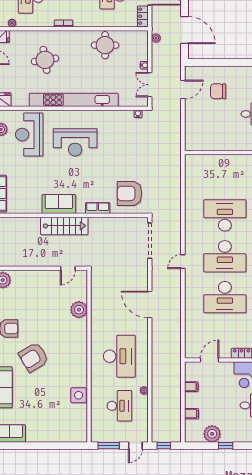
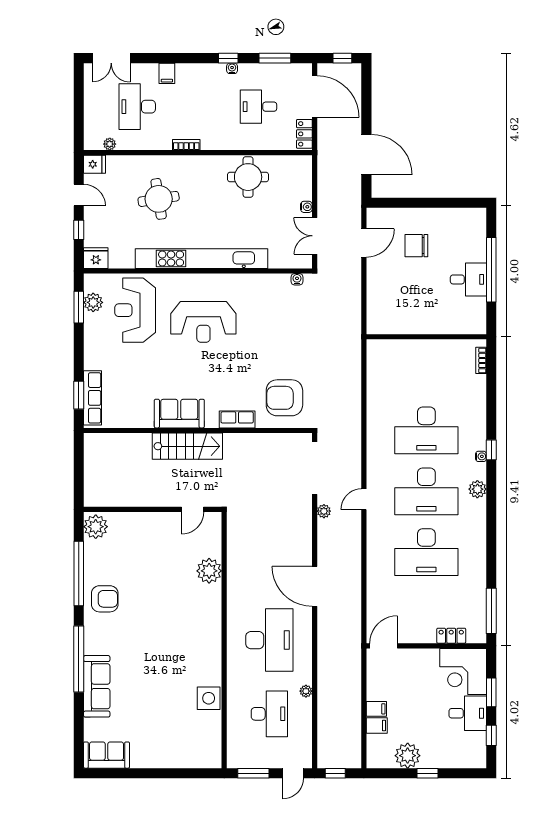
plant: (156, 38) -> (324, 511), moved
desk: (225, 215) -> (426, 430), turned 180
door: (150, 305) -> (315, 586), moved
armchair: (34, 357) -> (142, 642), removed
door: (210, 360) -> (384, 646), moved
filing cabinet: (191, 387) -> (376, 709), moved

